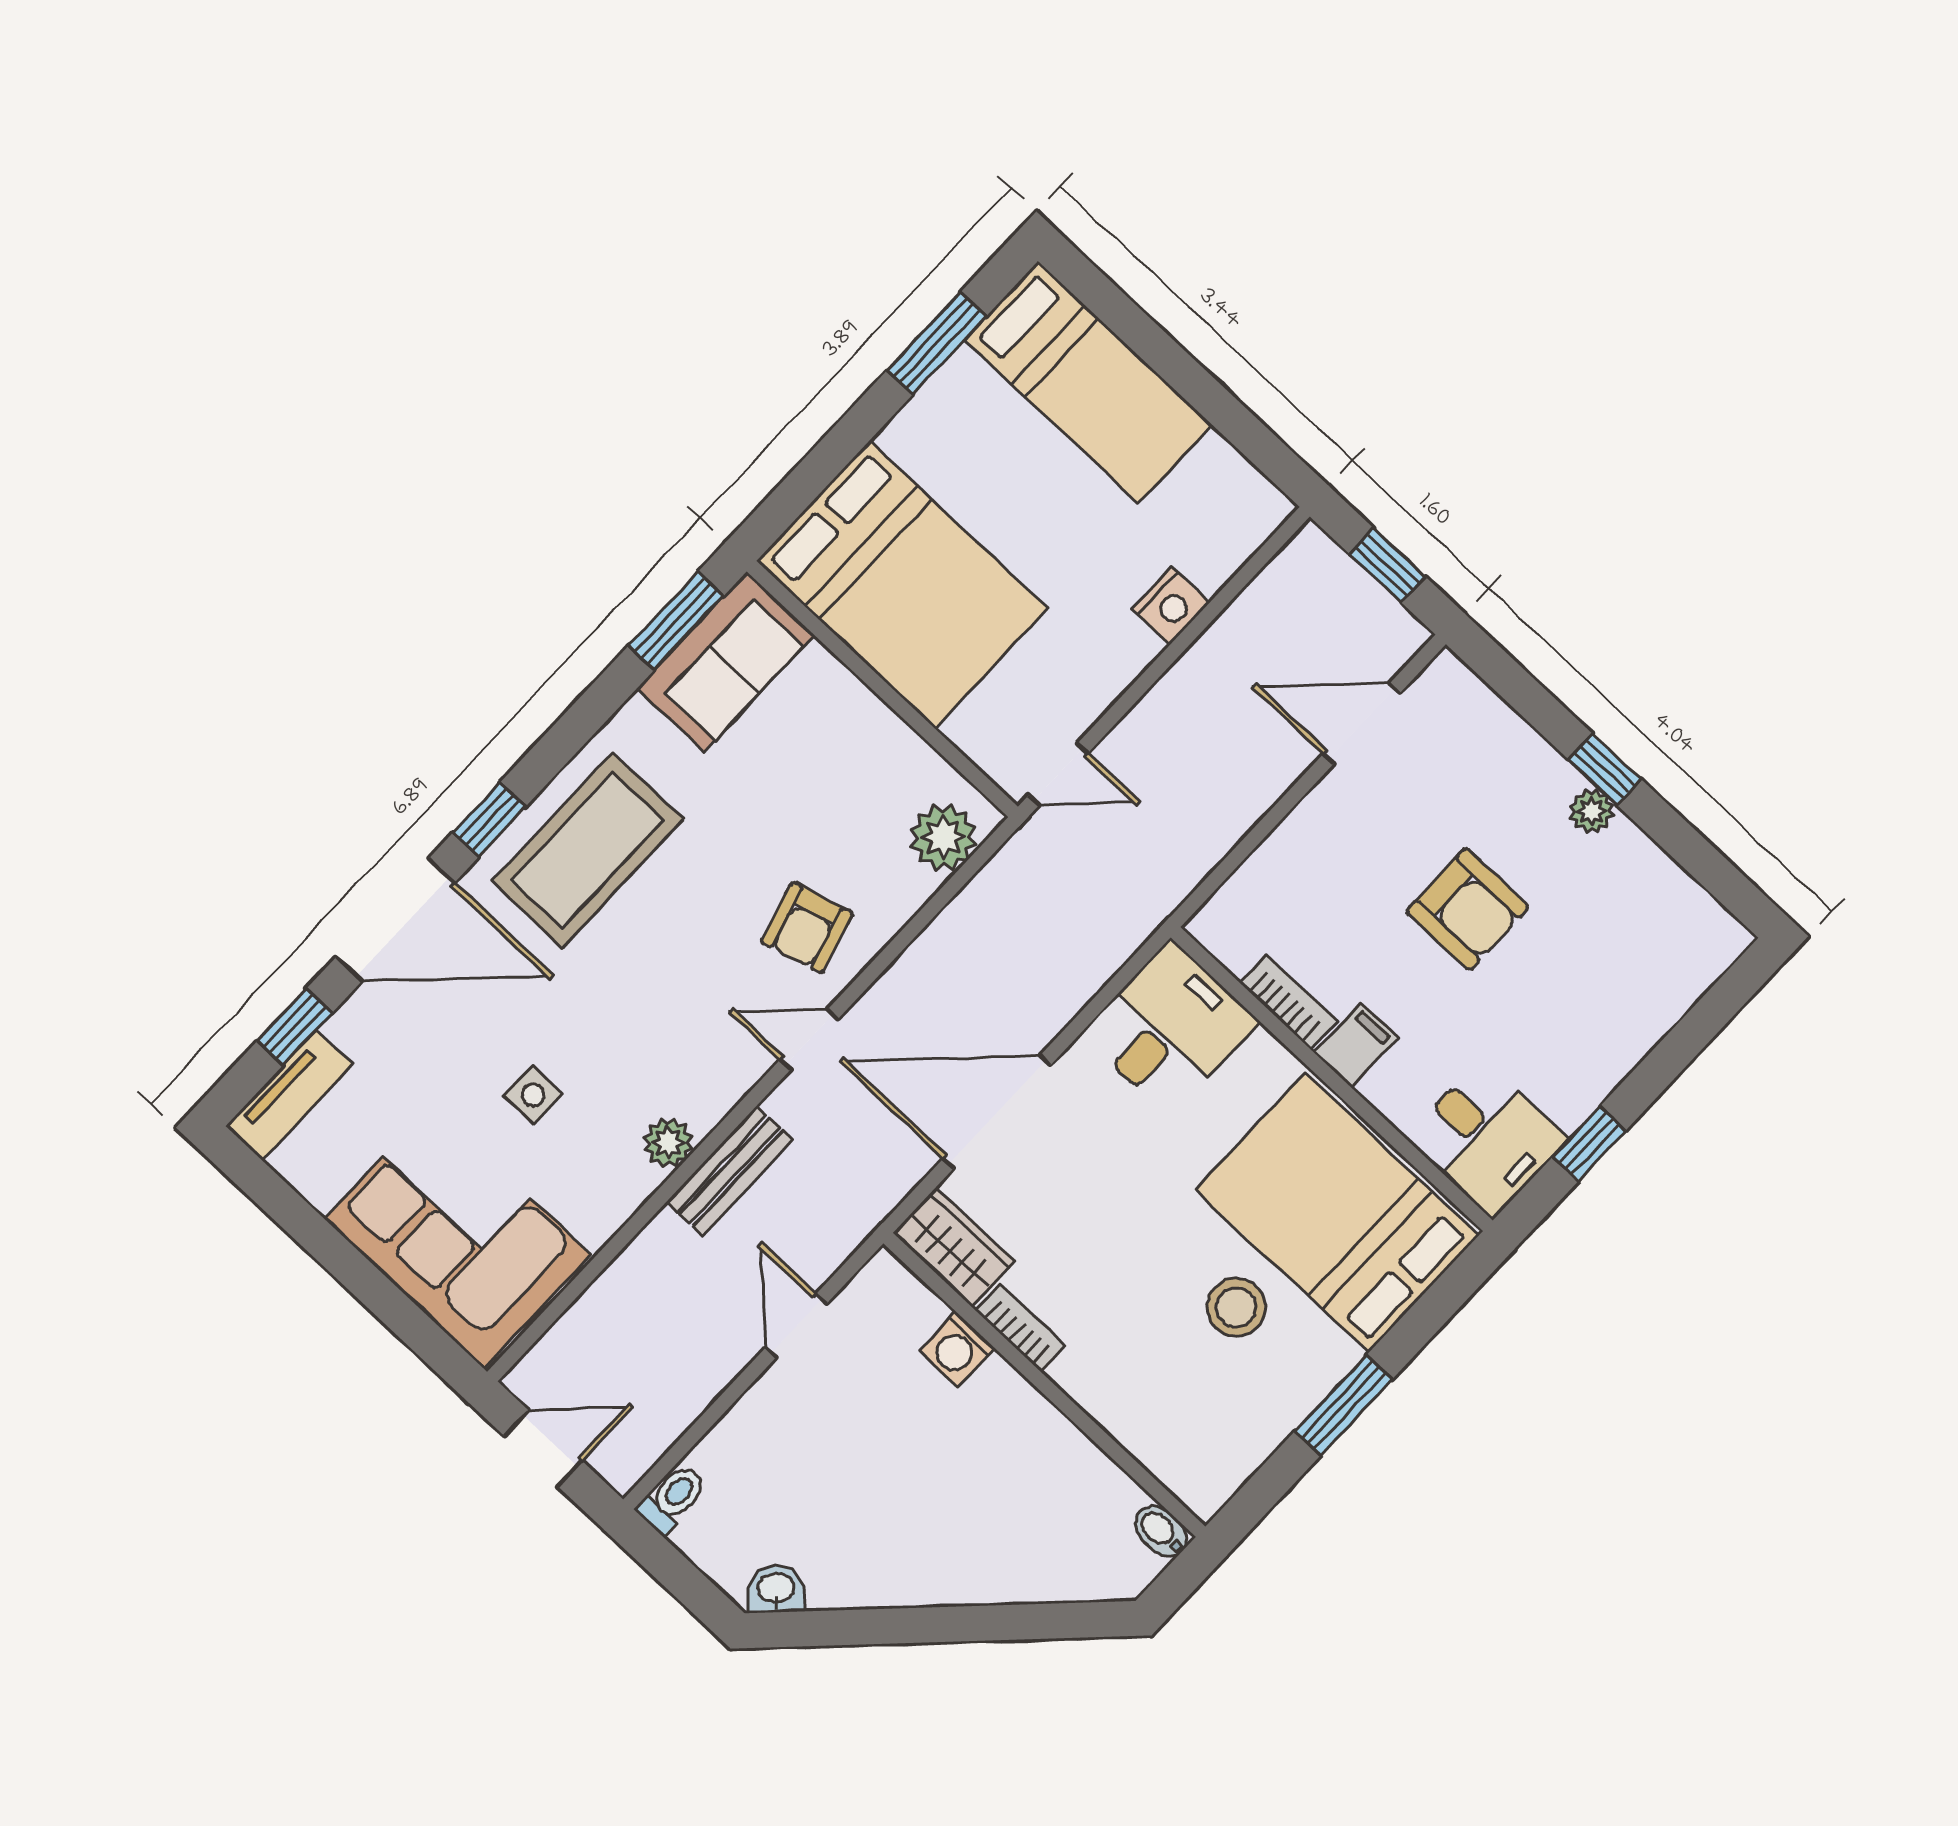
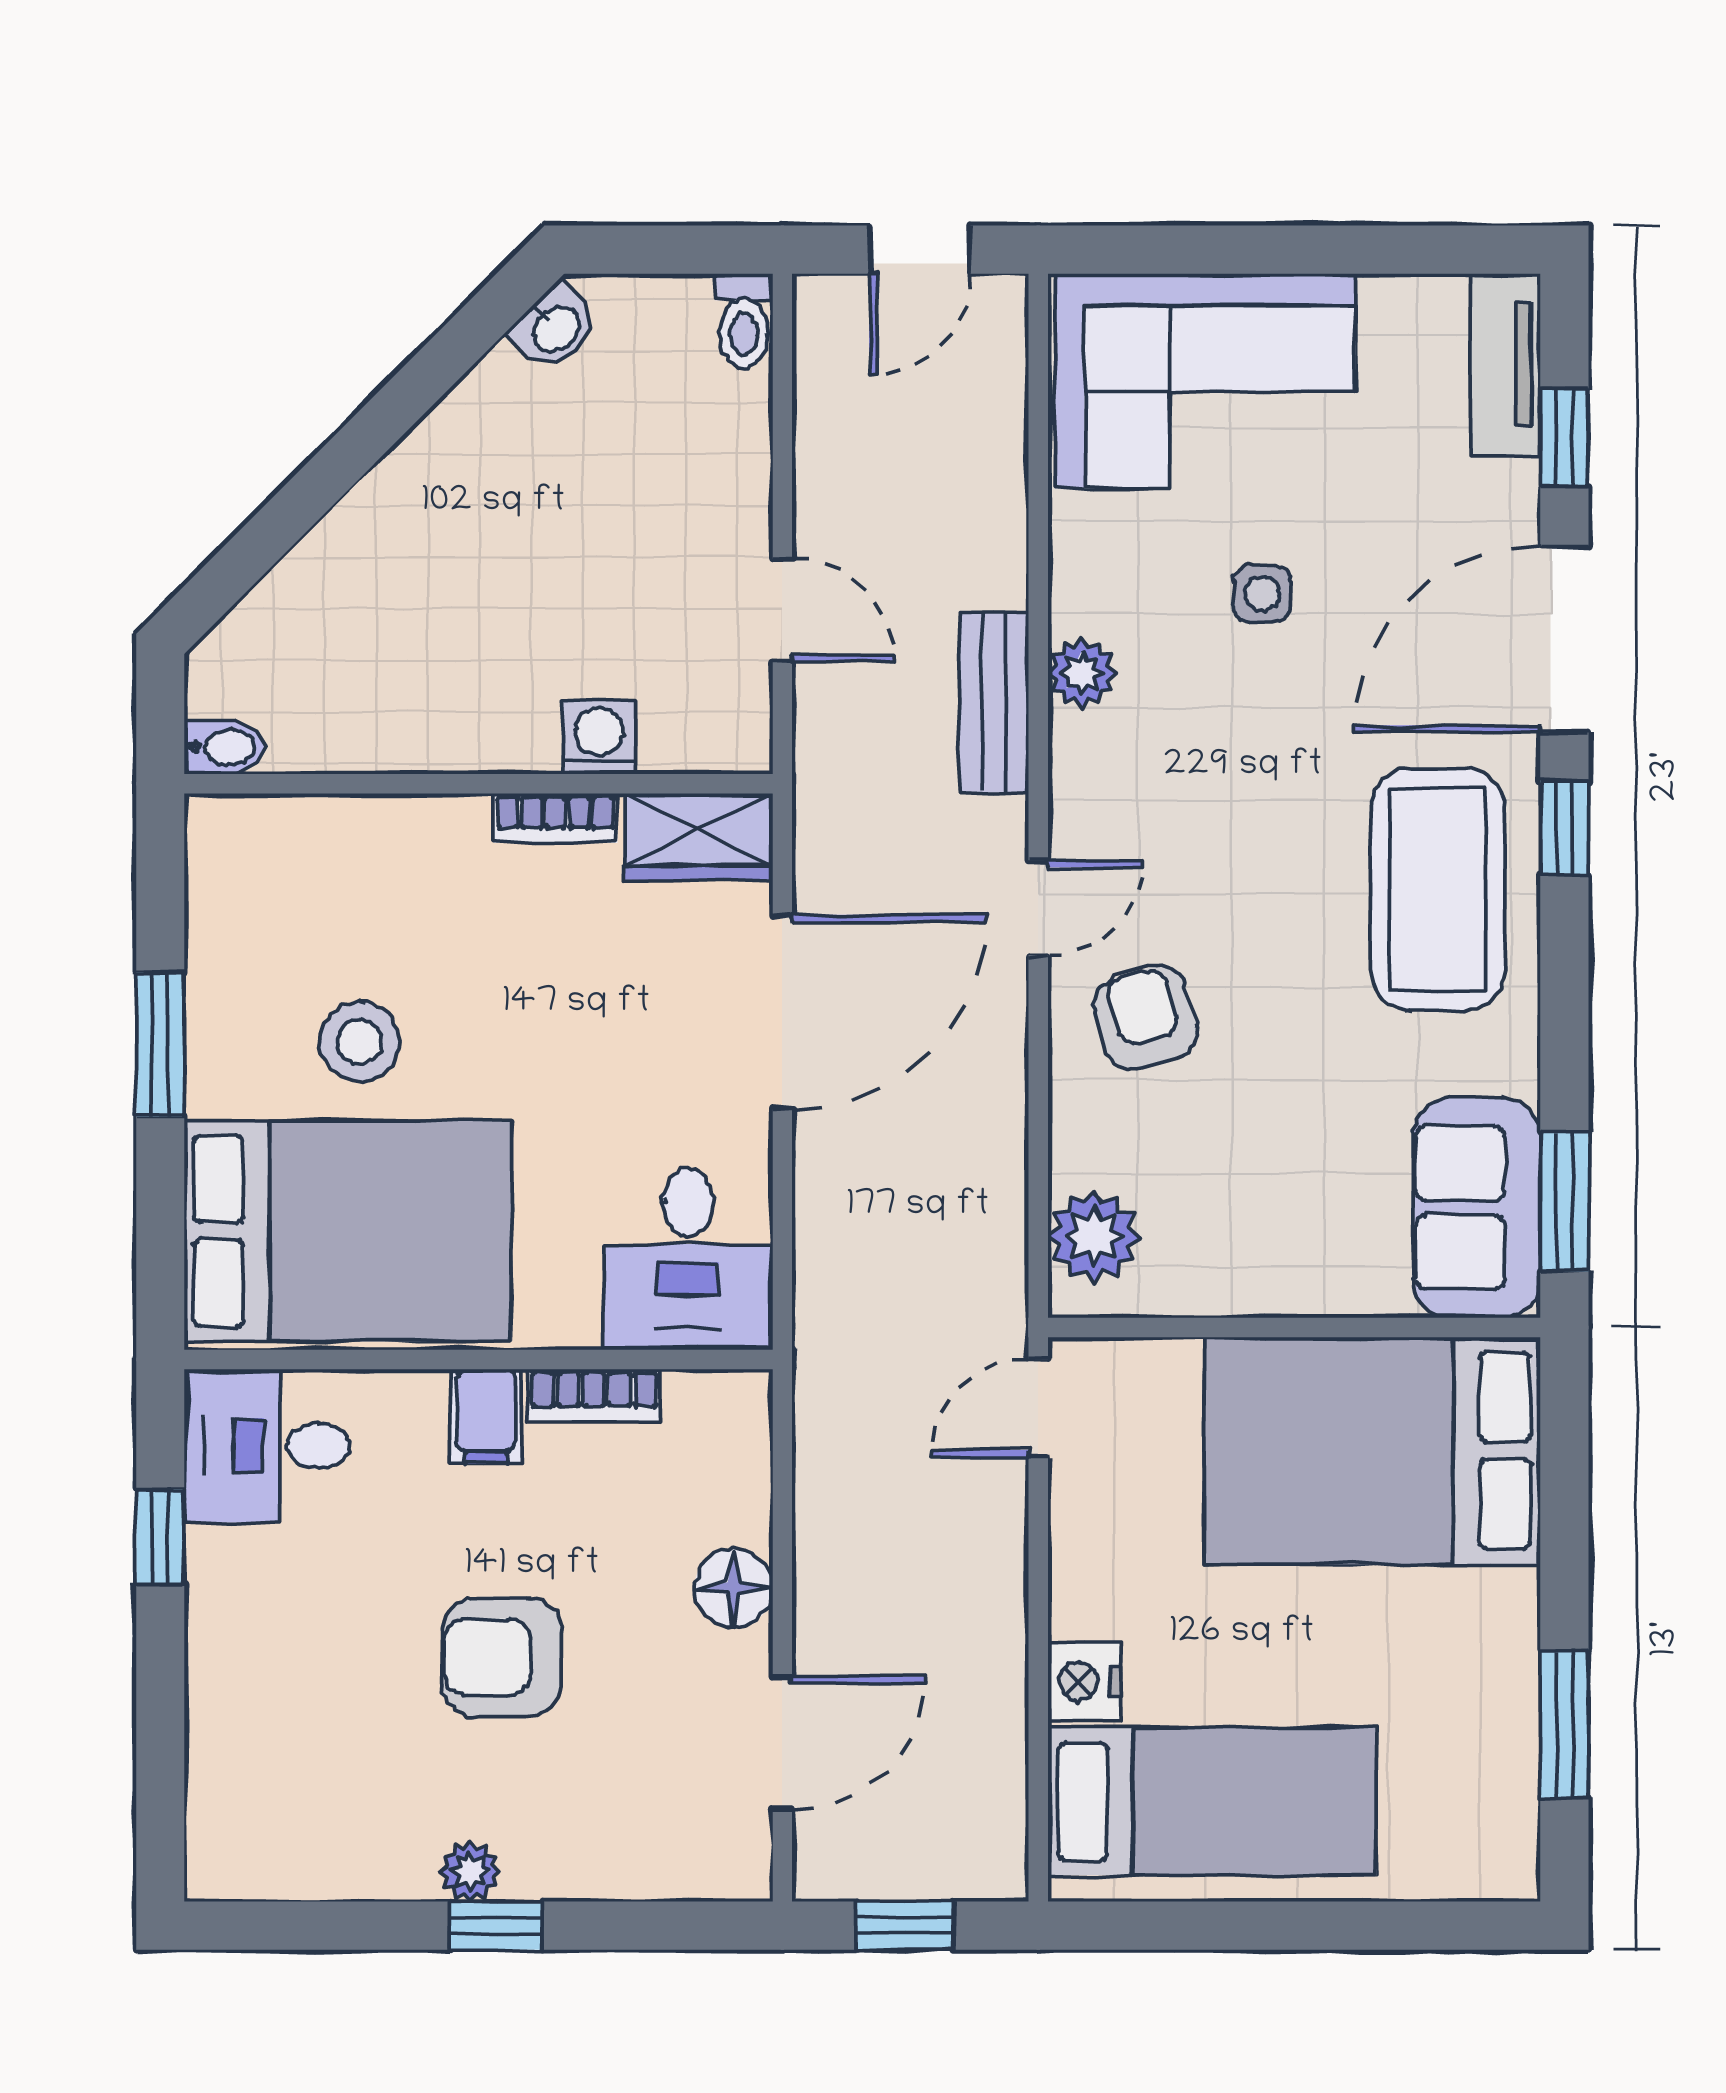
bed: (1088, 382) -> (1212, 1801), moved, turned 180
floor lamp: (1310, 830) -> (734, 1588), added

